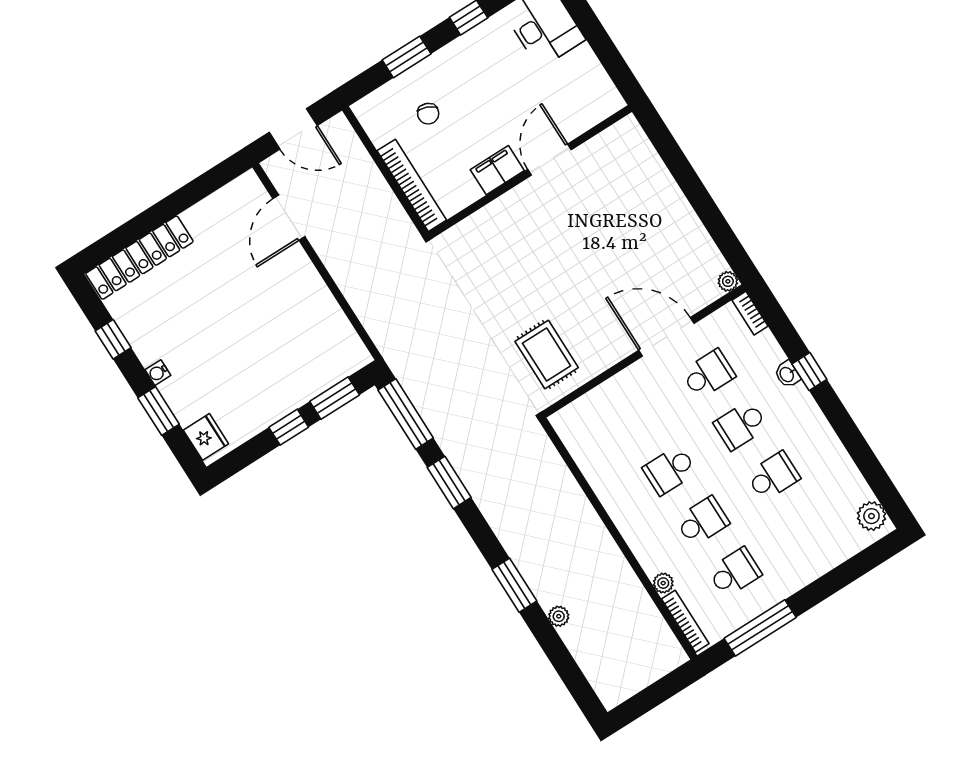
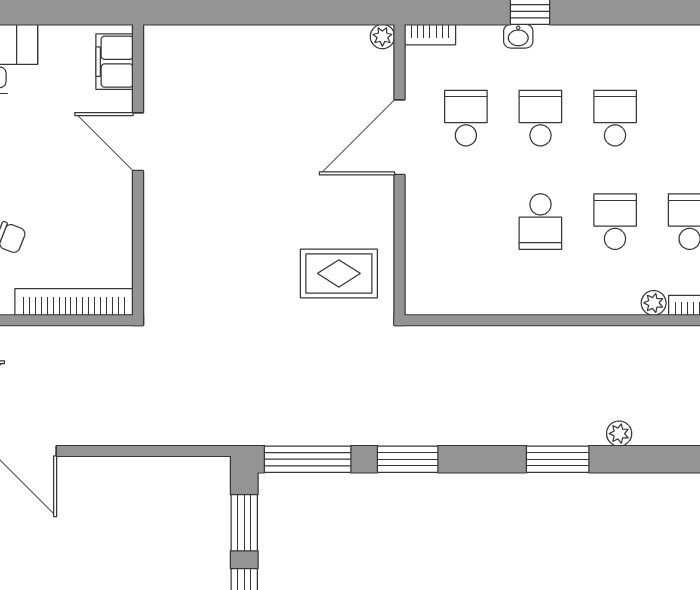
filing cabinet: (497, 170) -> (115, 62), moved
school desk: (741, 425) -> (540, 118), turned 180

